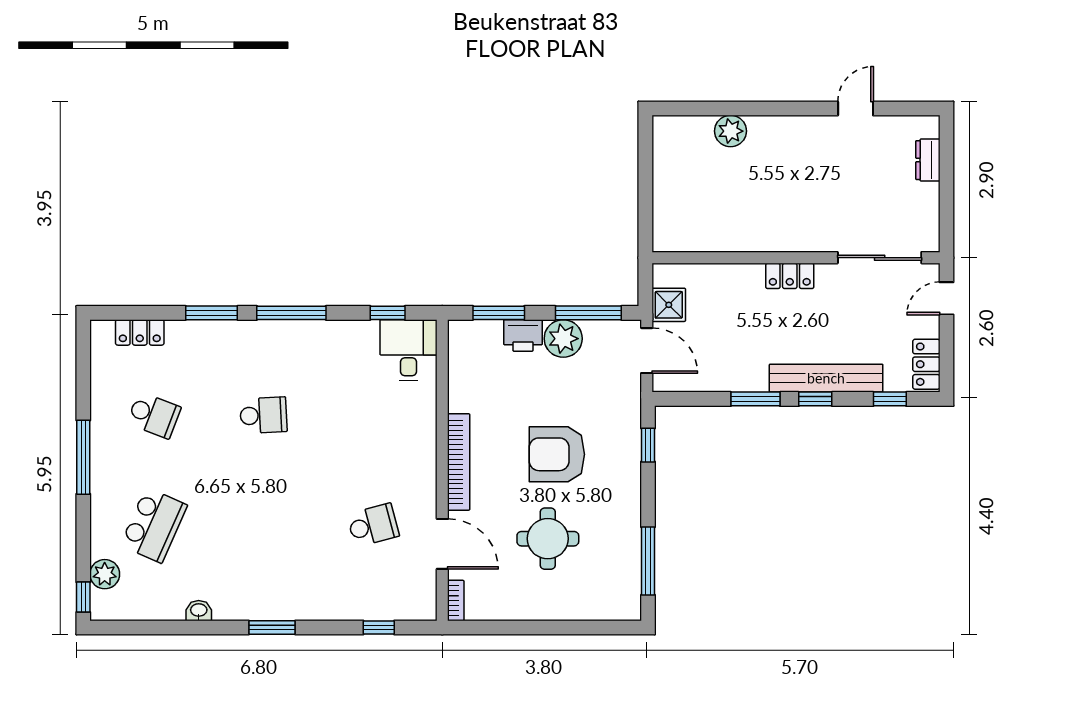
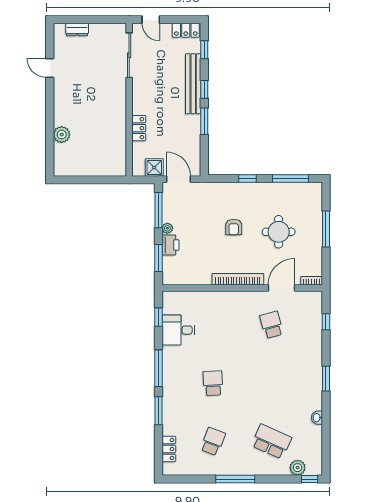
locker: (790, 276) -> (139, 128), moved
plant: (563, 339) -> (167, 228), width x0.53, depth x0.53
desk: (409, 350) -> (178, 330), moved
door: (647, 351) -> (179, 179), hinge flipped
window: (648, 445) -> (247, 178), moved
armchair: (557, 454) -> (234, 227), width x0.53, depth x0.53
window: (553, 628) -> (326, 229), added

